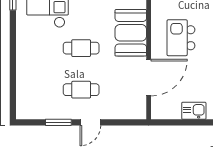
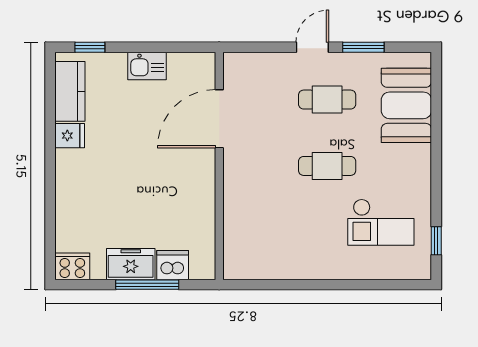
booth: (131, 33) -> (406, 105), moved
kitchen island: (181, 38) -> (168, 183), removed

